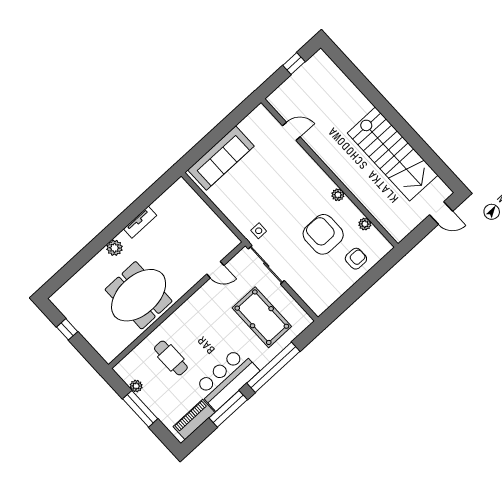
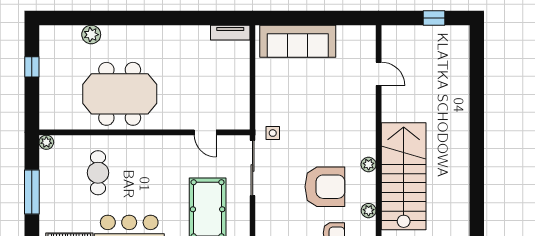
stairs: (393, 154) -> (404, 176), moved, turned 180
tv unit: (140, 222) -> (230, 33), moved
armchair: (323, 234) -> (325, 187), turned 90
plant: (115, 248) -> (91, 35), moved
plant: (136, 386) -> (46, 142), moved

